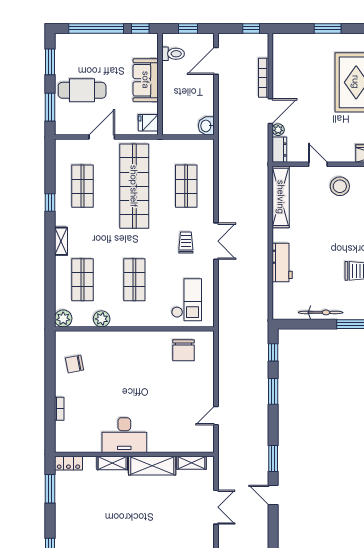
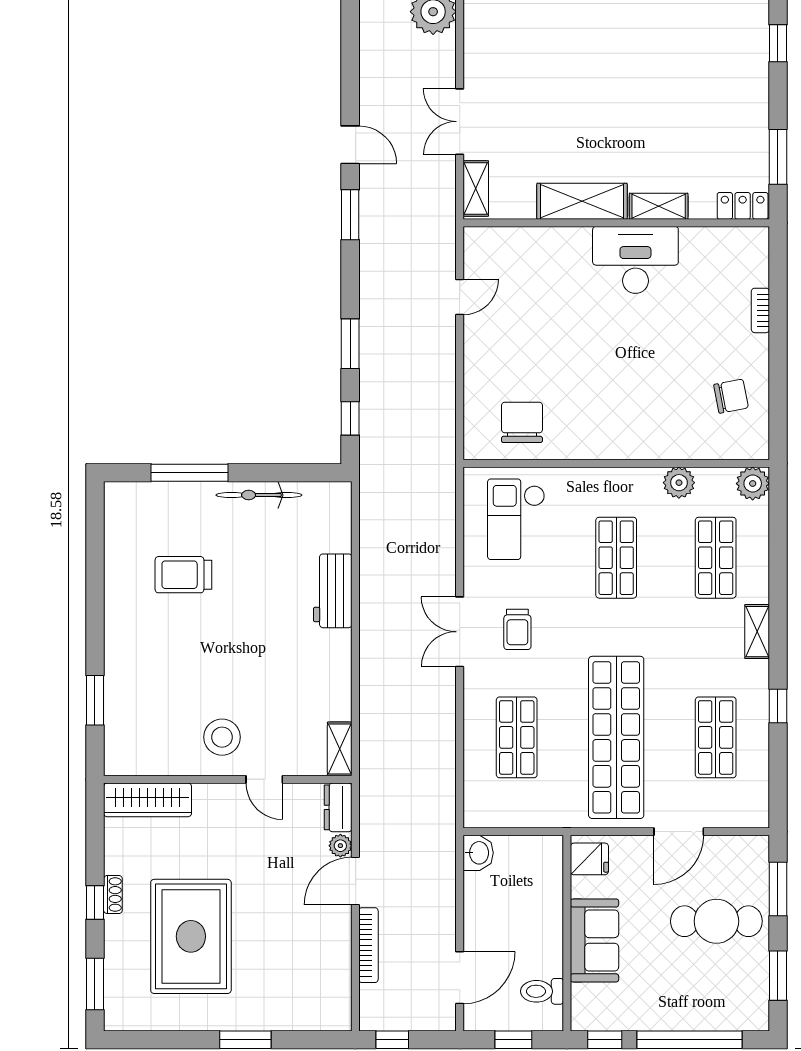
shelving: (281, 197) -> (340, 749), width x0.45, depth x0.75
shelving: (192, 463) -> (476, 188), moved, turned 90

